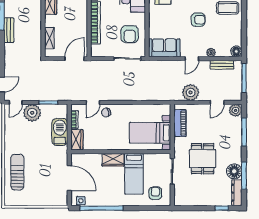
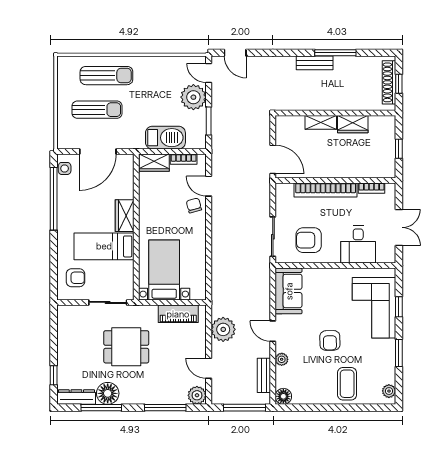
shelving: (49, 38) -> (321, 122), moved
sun lounger: (41, 179) -> (97, 110), added

